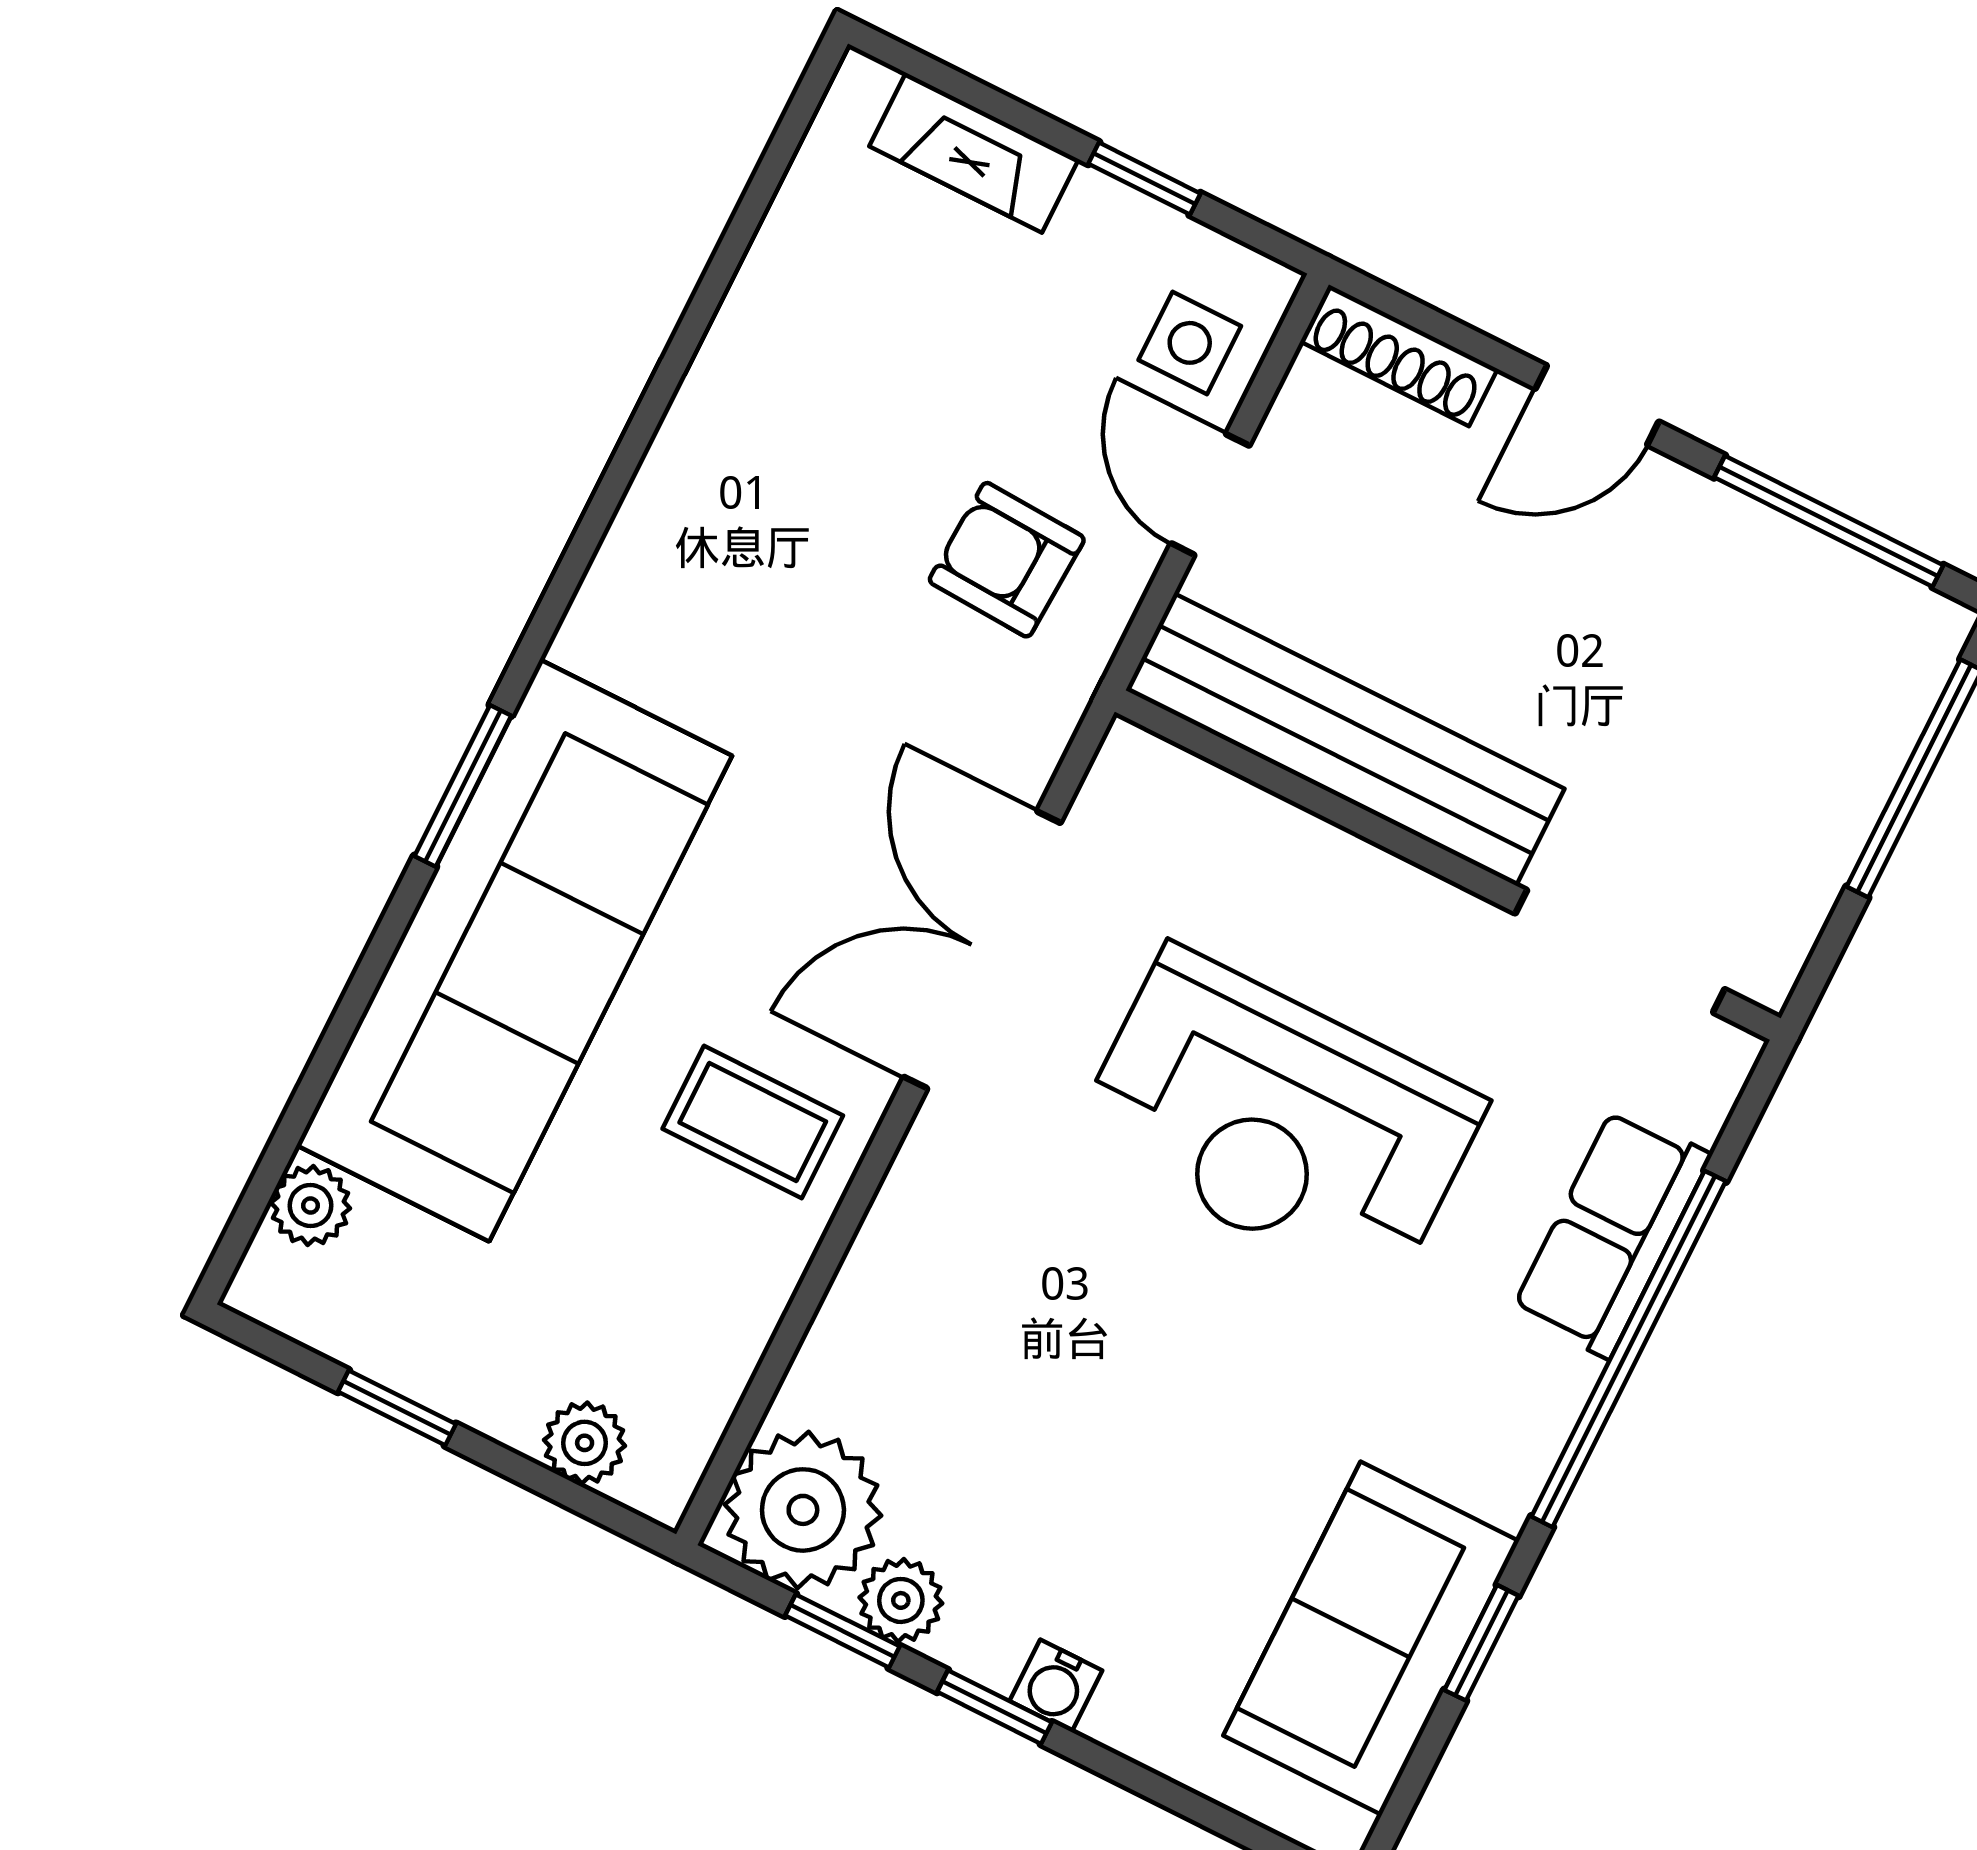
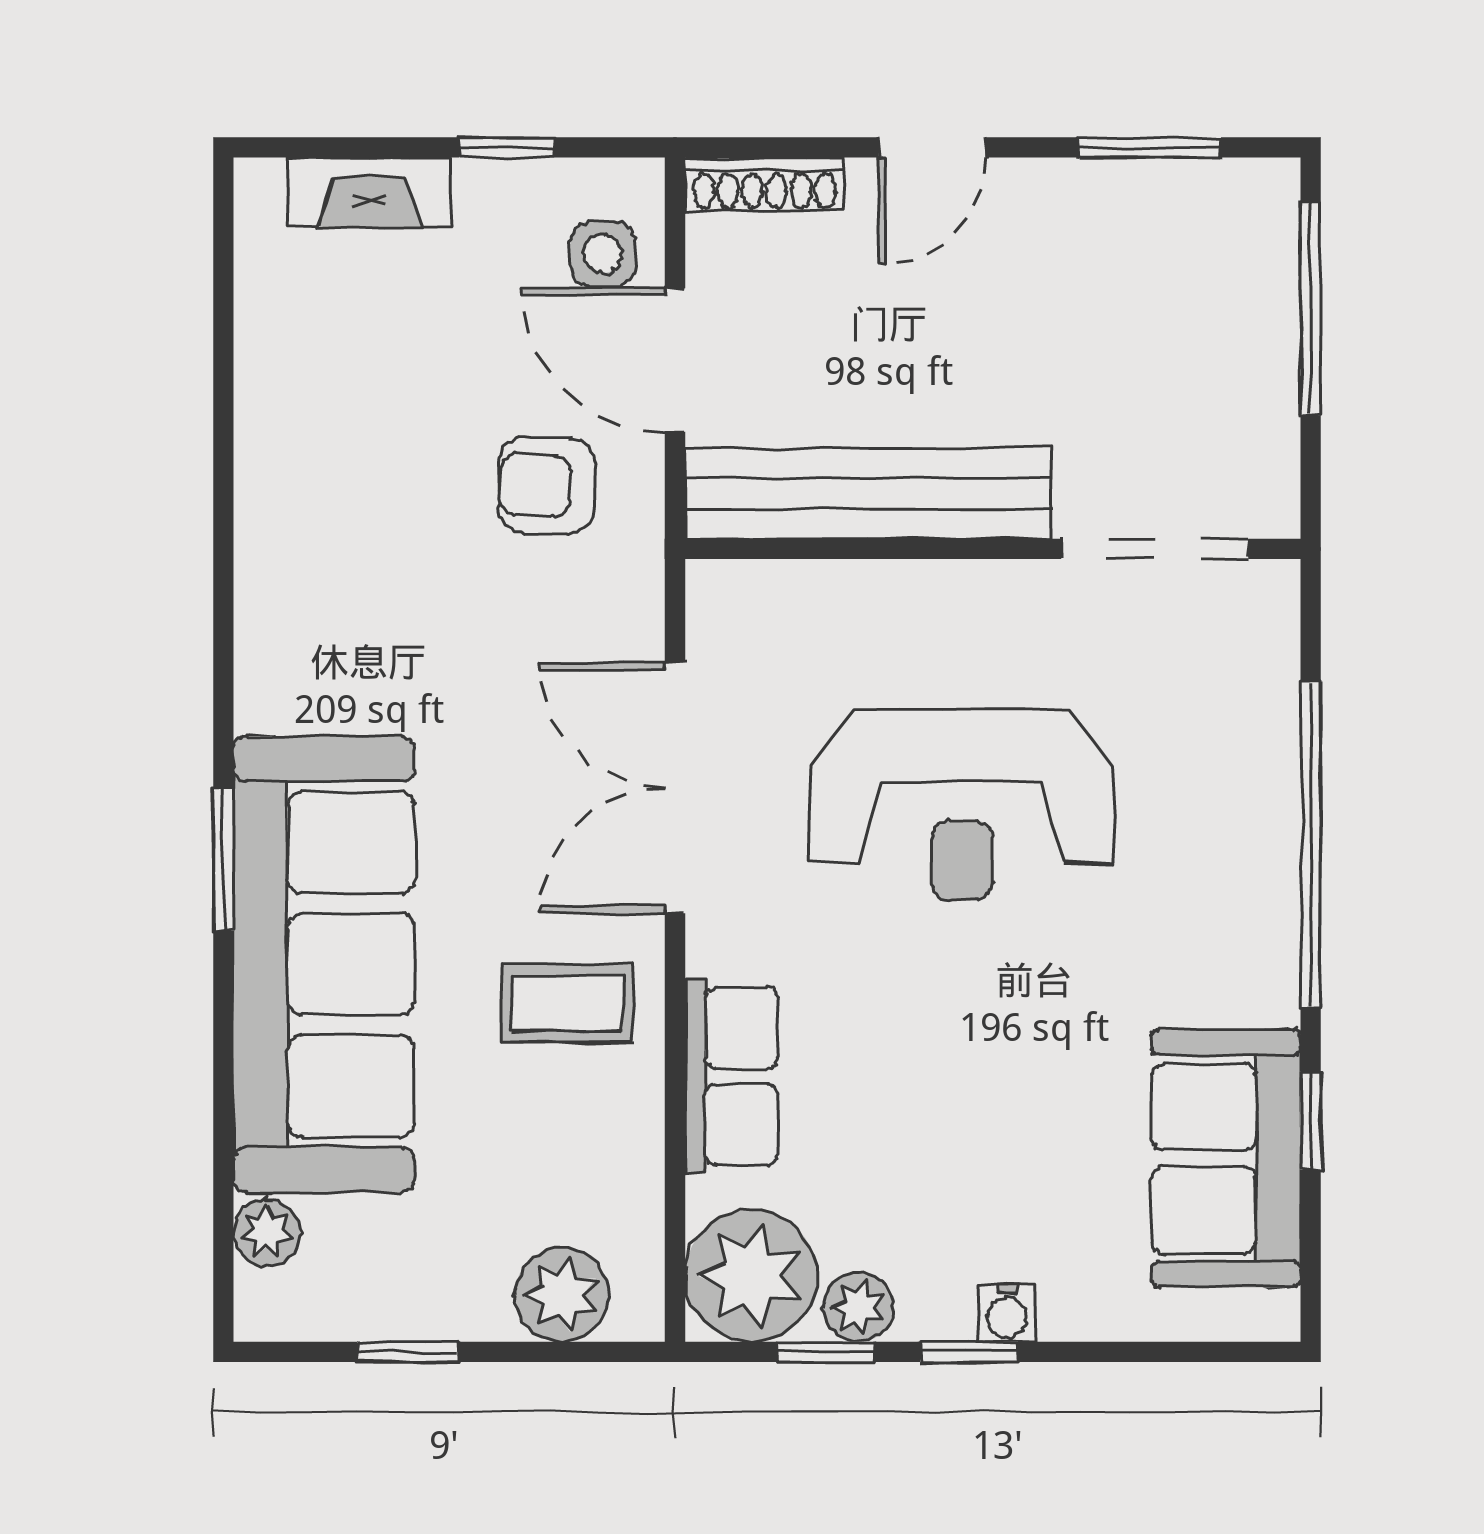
door: (1210, 494) -> (675, 360), width x1.38
window: (1829, 521) -> (1150, 147), width x0.69
row of seats: (1612, 1233) -> (731, 1076), moved, turned 180
plant: (585, 1443) -> (562, 1295), width x1.38, depth x1.38

